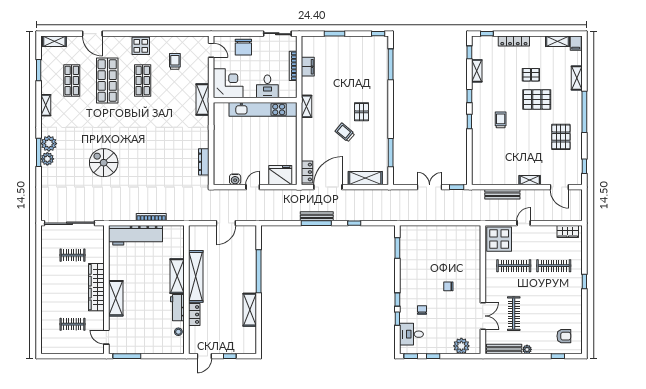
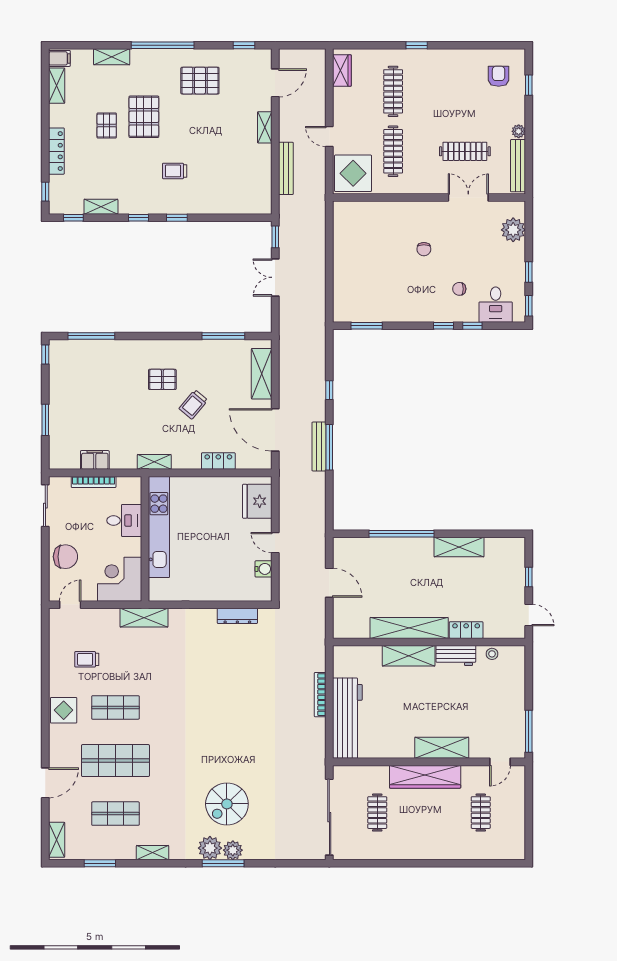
spiral stairs: (104, 163) -> (227, 804), moved
locker: (307, 172) -> (218, 461), moved

